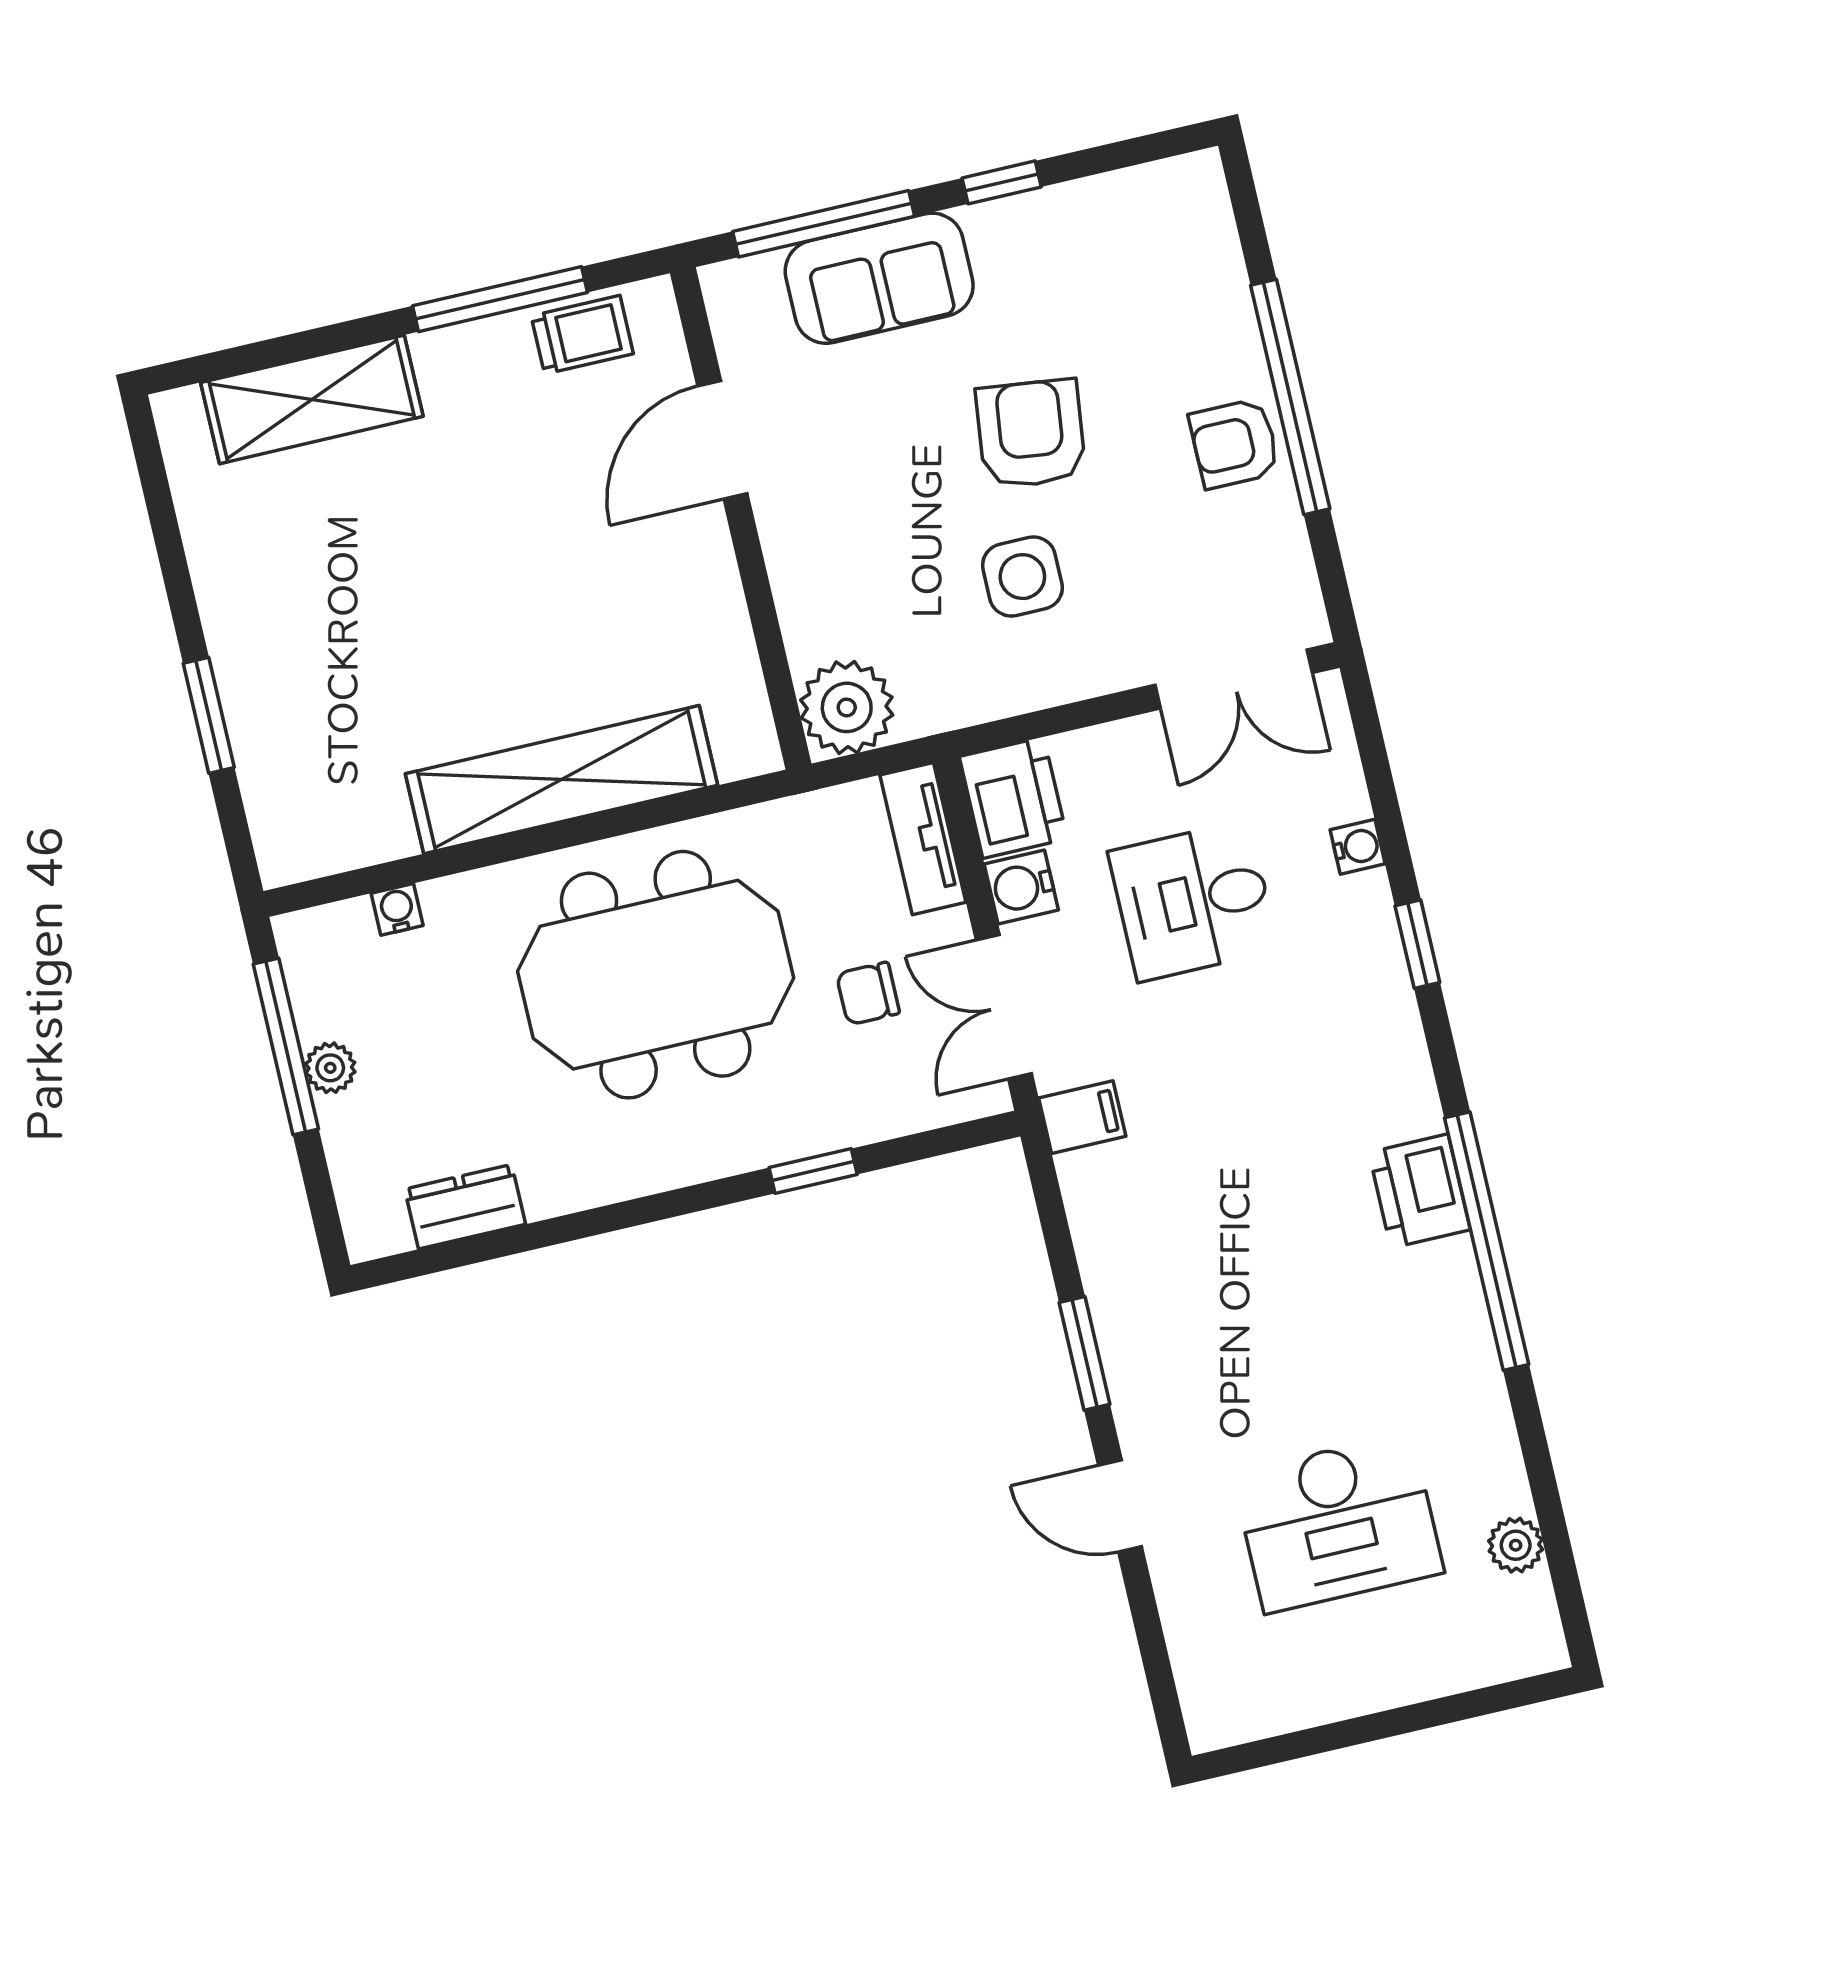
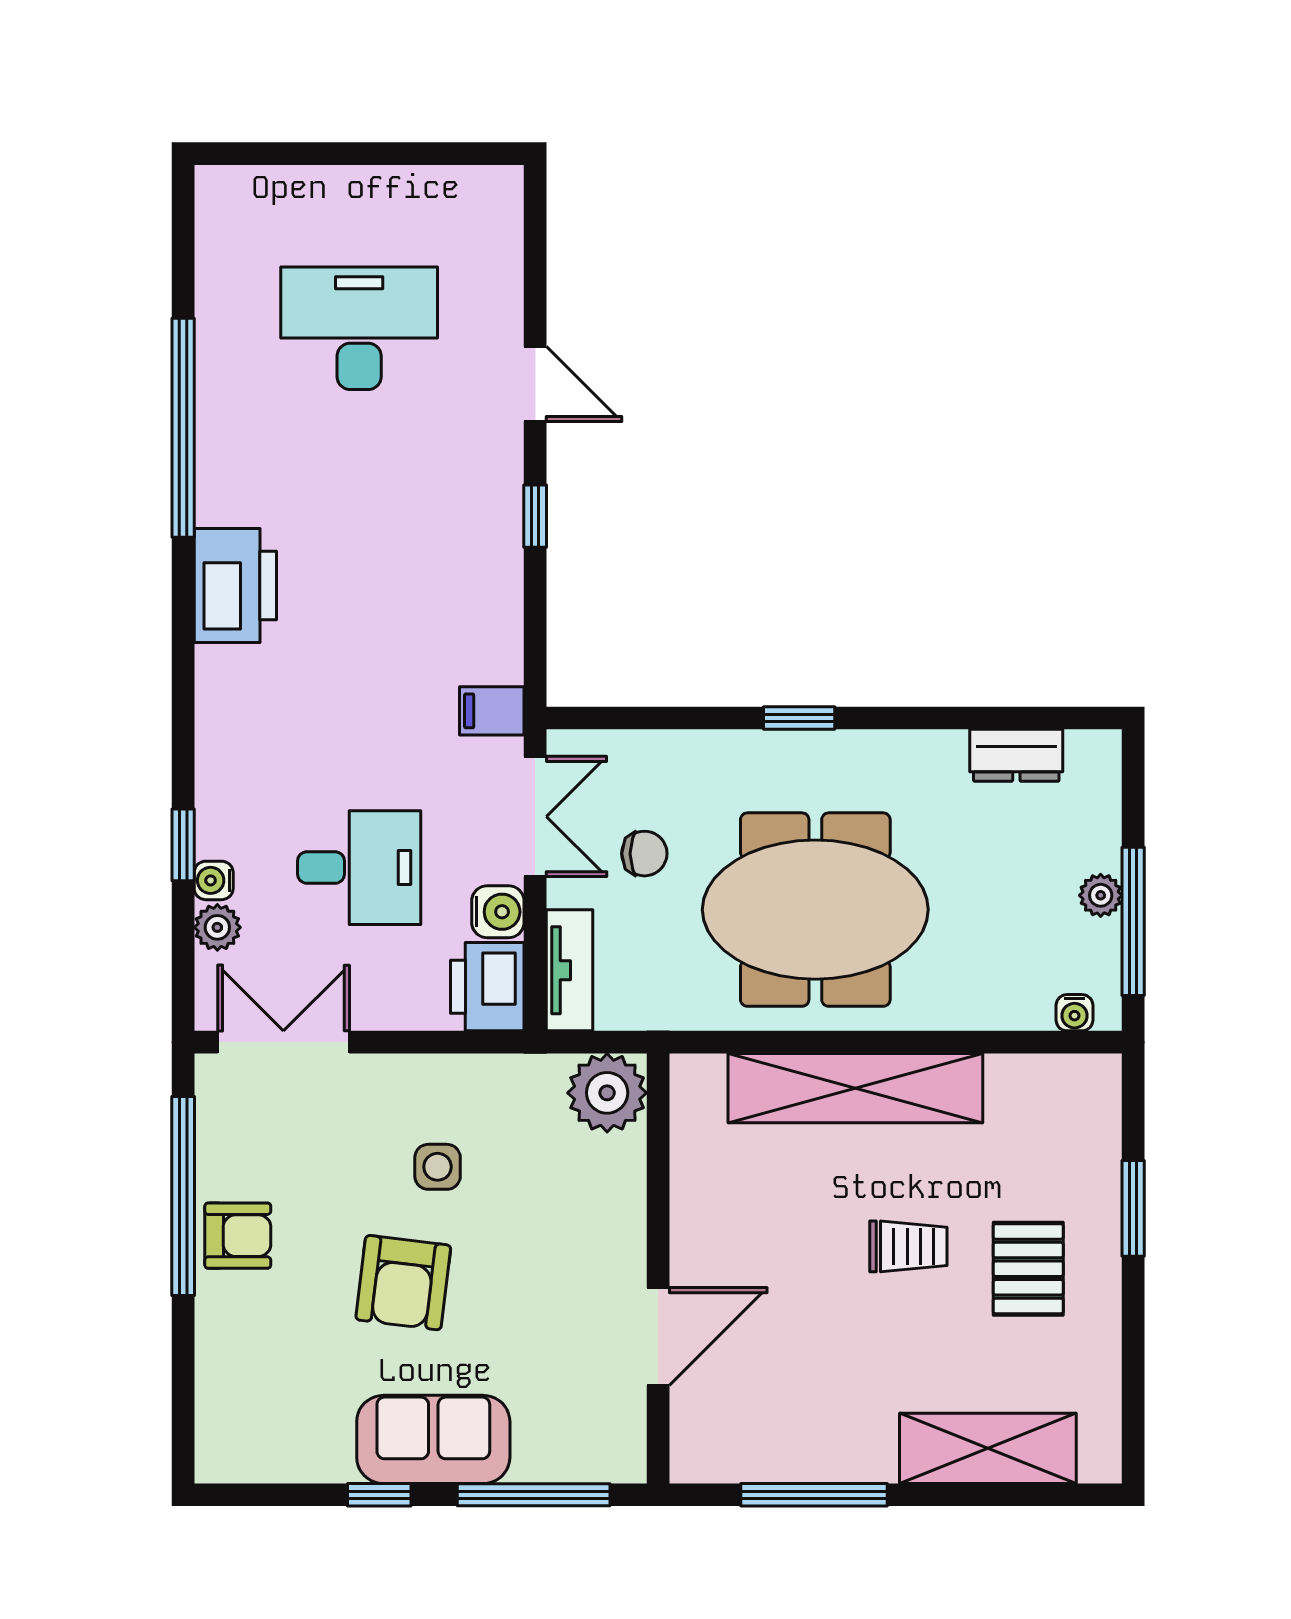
sofa: (879, 278) -> (433, 1439), moved
trolley: (582, 335) -> (908, 1246), moved, turned 180
window: (1290, 397) -> (183, 1196), moved
side table: (1022, 577) -> (438, 1167), width x0.73, depth x0.73
pallet: (314, 618) -> (1028, 1269), added
water cooler: (397, 909) -> (1074, 1013), moved
window: (1417, 944) -> (183, 845), moved
window: (813, 1171) -> (799, 718), moved
printer: (1419, 1191) -> (235, 586), width x1.37, depth x1.19
window: (1487, 1241) -> (183, 428), moved
window: (1084, 1353) -> (535, 516), width x0.67
plant: (1516, 1545) -> (217, 927), moved

